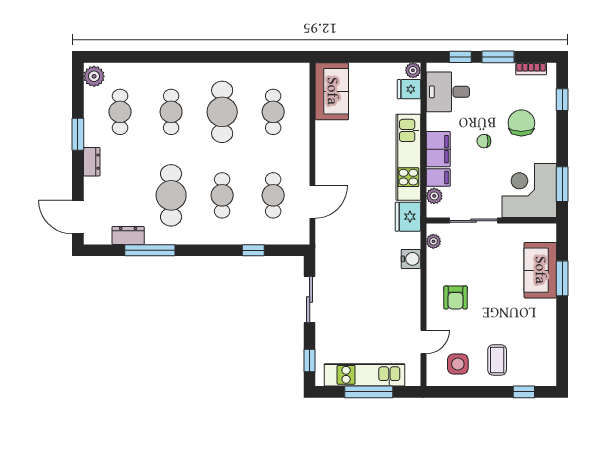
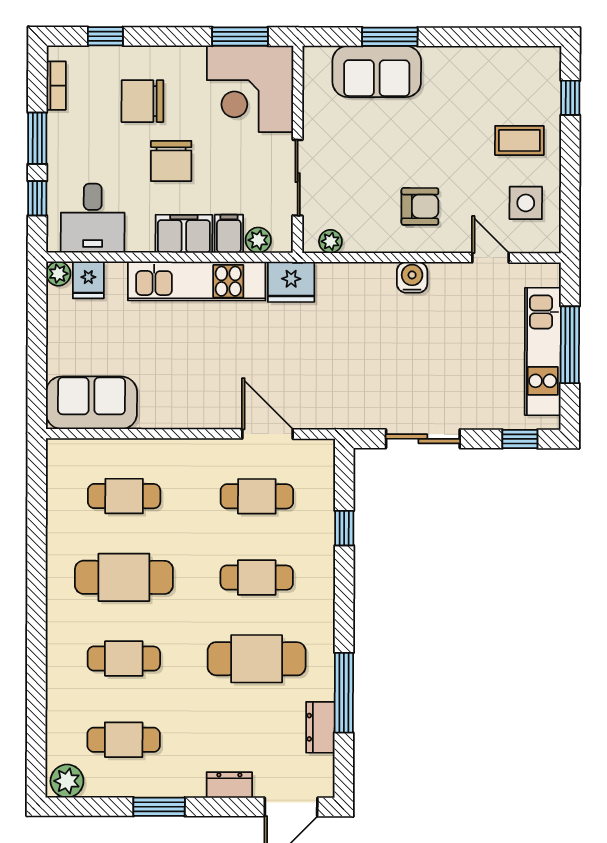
chair: (484, 141) -> (171, 161), width x1.87, depth x1.87
dresser: (92, 162) -> (229, 785), moved
water cooler: (411, 259) -> (412, 277), moved

